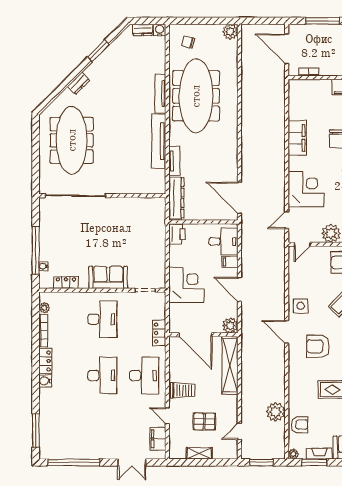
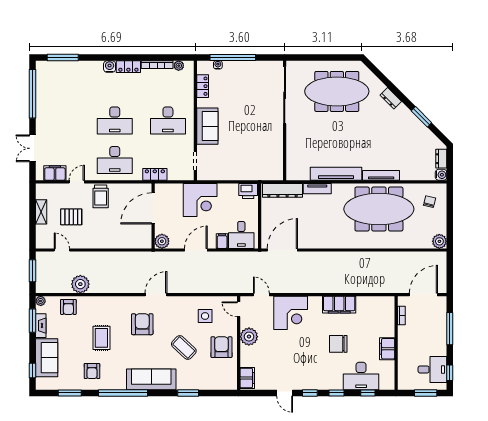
side table: (301, 306) -> (205, 316), moved
shelving: (230, 365) -> (124, 241), removed
pallet: (204, 421) -> (71, 217), turned 90

